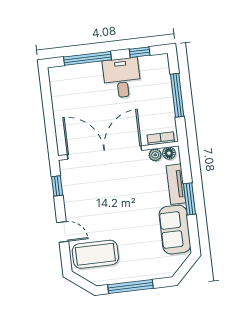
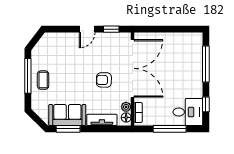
desk: (122, 78) -> (188, 112), moved
armchair: (124, 188) -> (104, 80), added
window: (189, 199) -> (68, 129), moved
door: (63, 232) -> (87, 29), moved
coffee table: (95, 254) -> (43, 80), moved, width x0.54, depth x0.58

